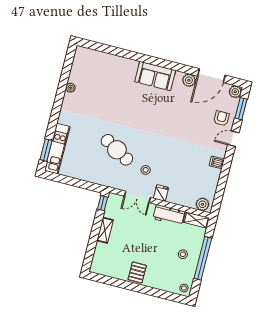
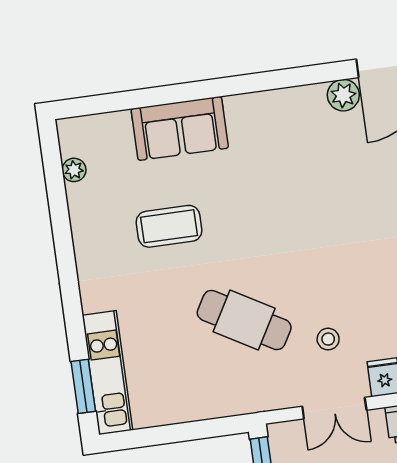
sofa: (155, 76) -> (180, 128), moved
plant: (71, 88) -> (74, 170), moved
coffee table: (103, 103) -> (169, 226), added

